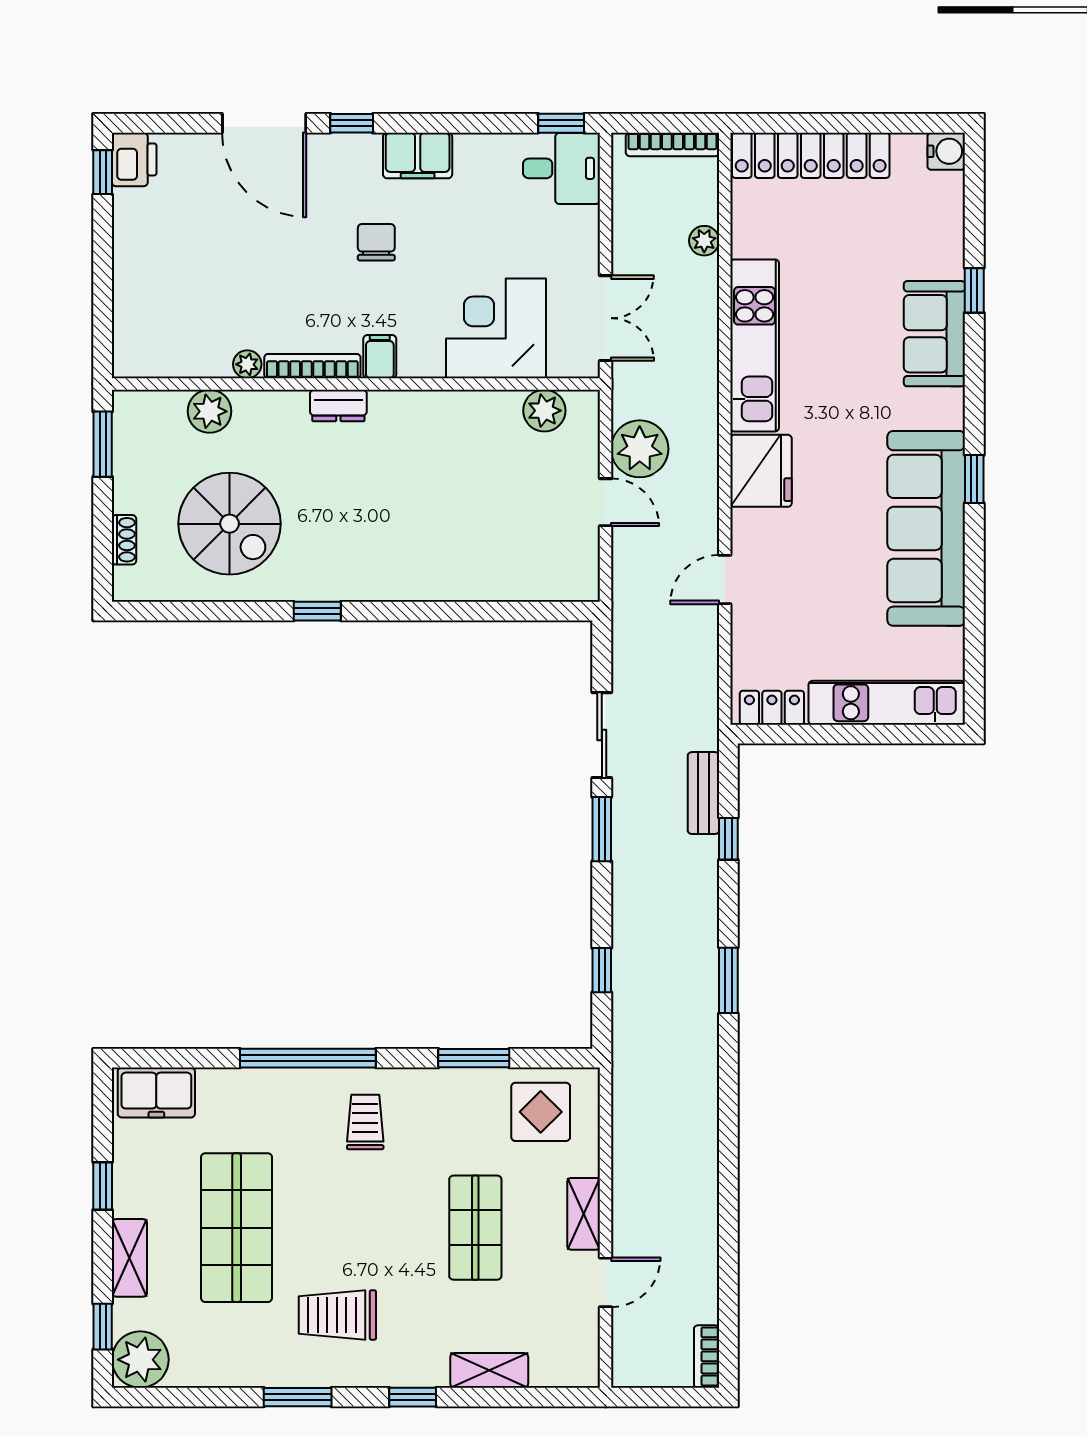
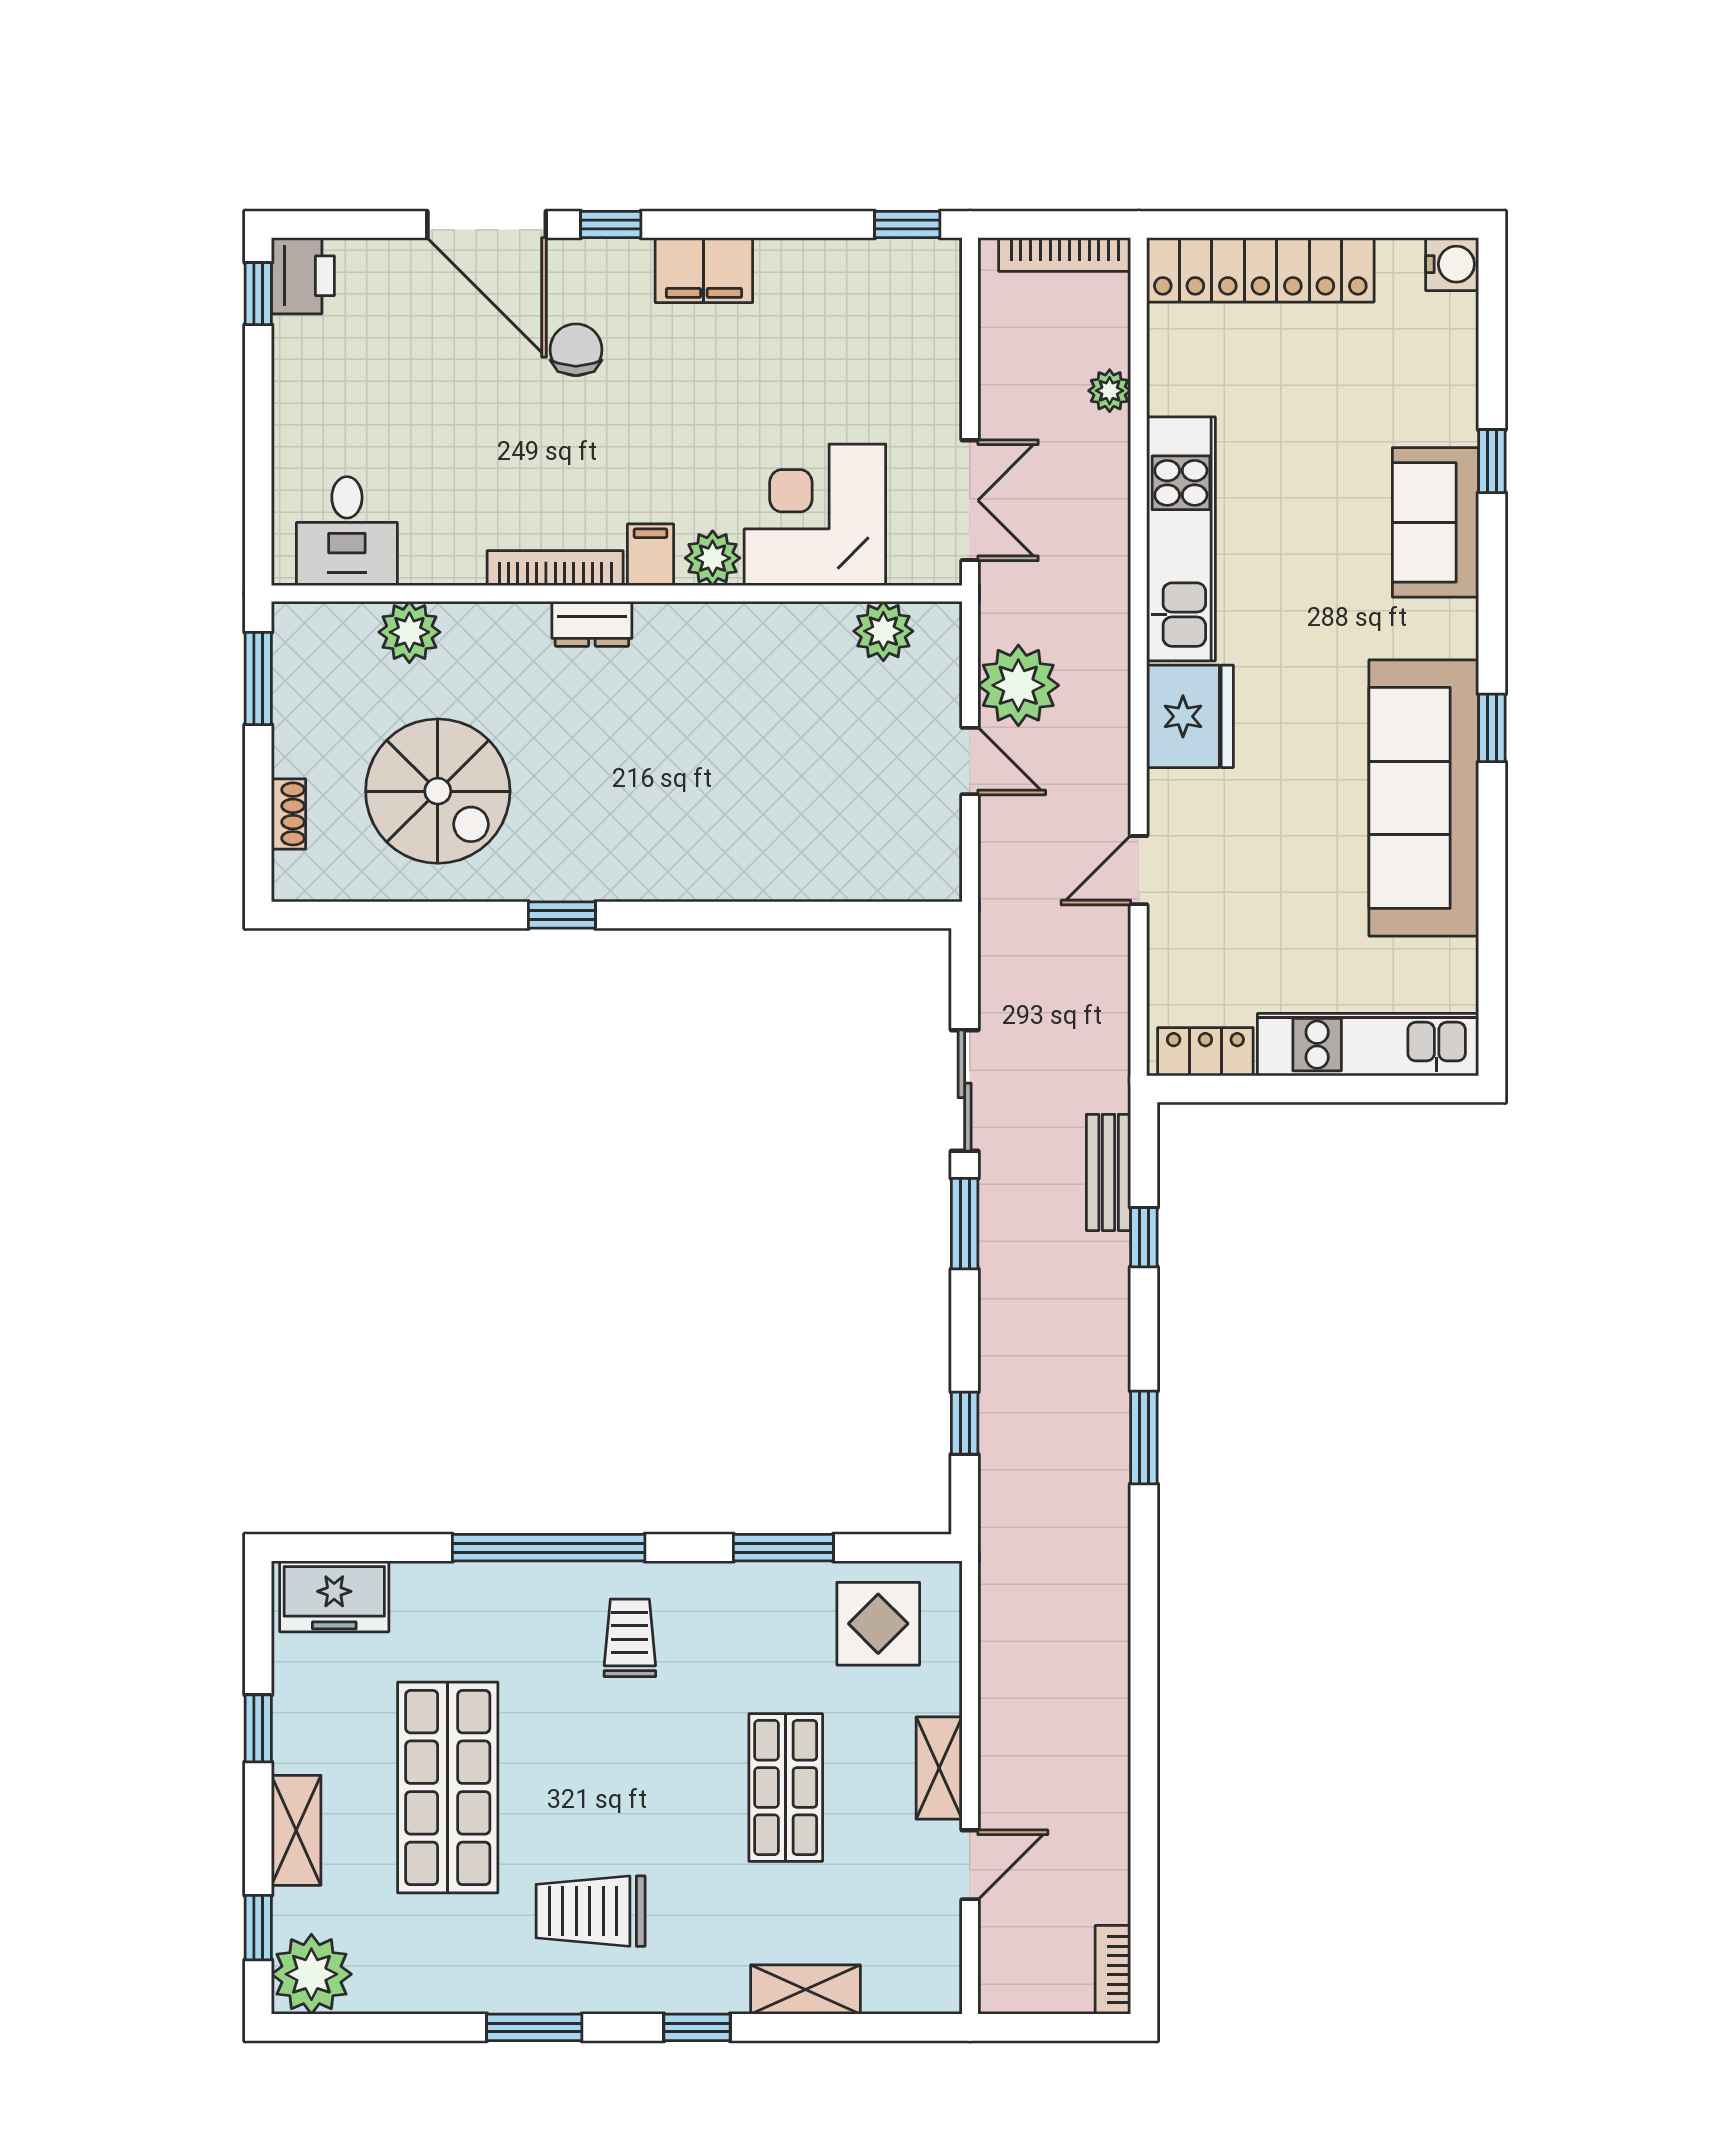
desk: (561, 168) -> (347, 531), moved, turned 90
chair: (376, 242) -> (576, 350), moved
plant: (247, 364) -> (713, 558), moved, width x1.38, depth x1.38

